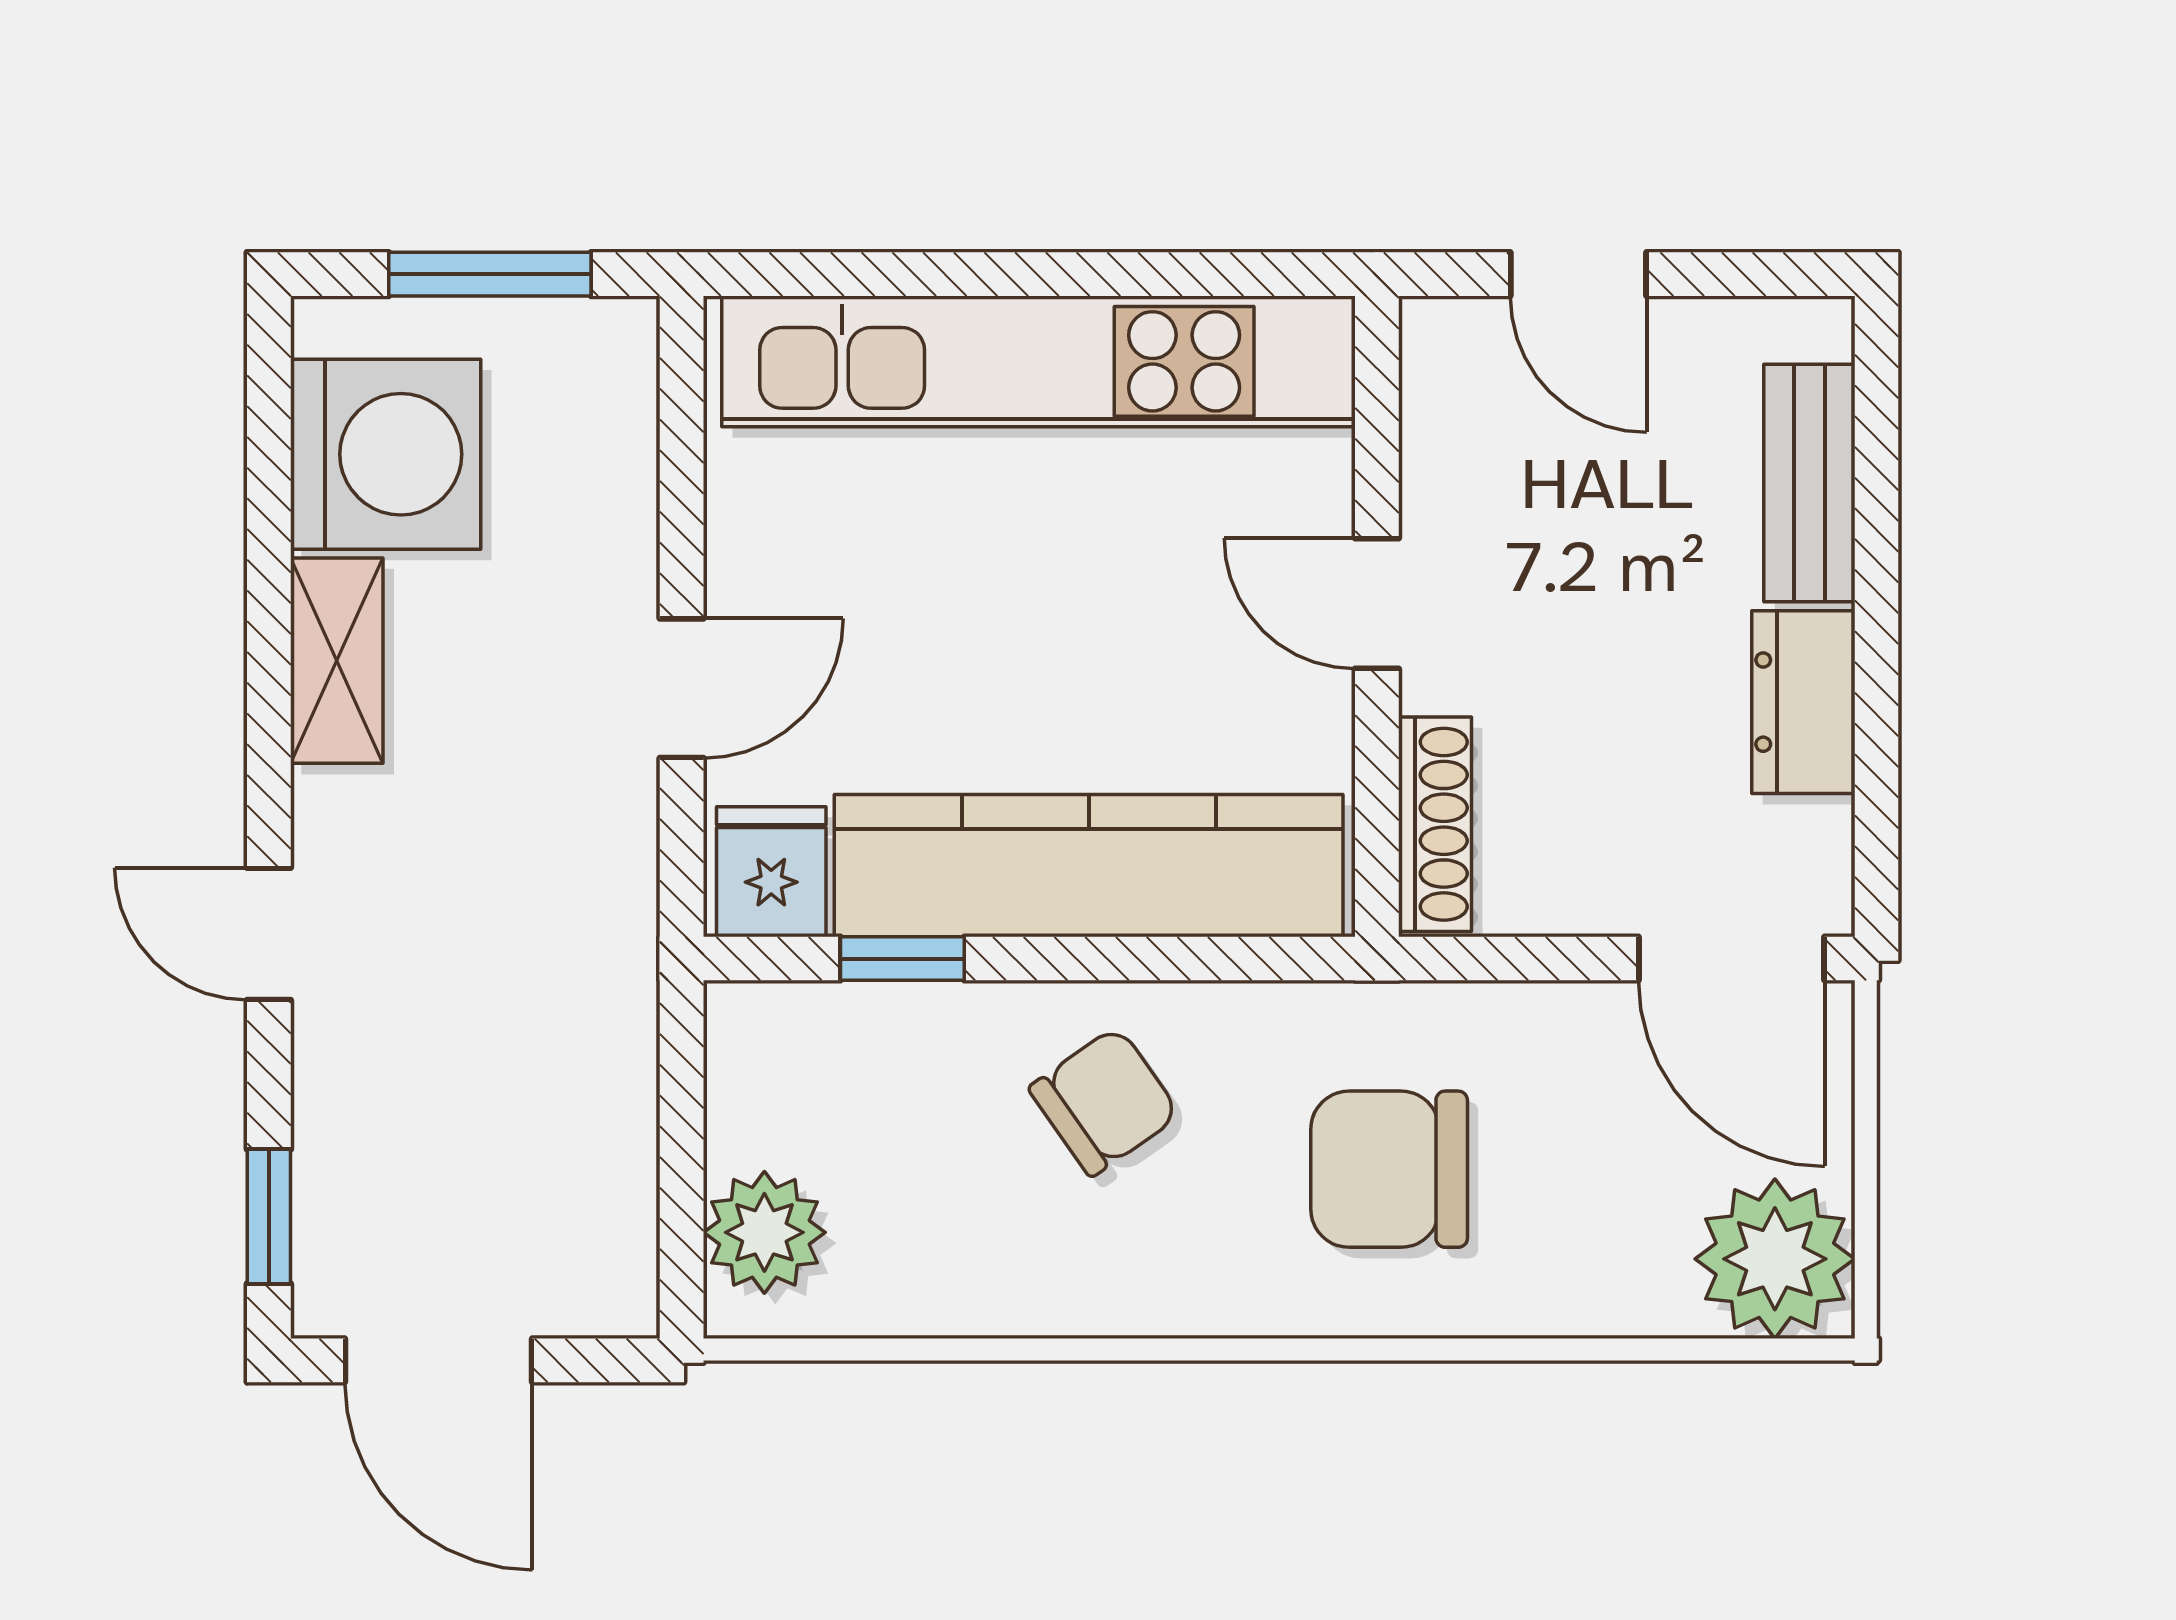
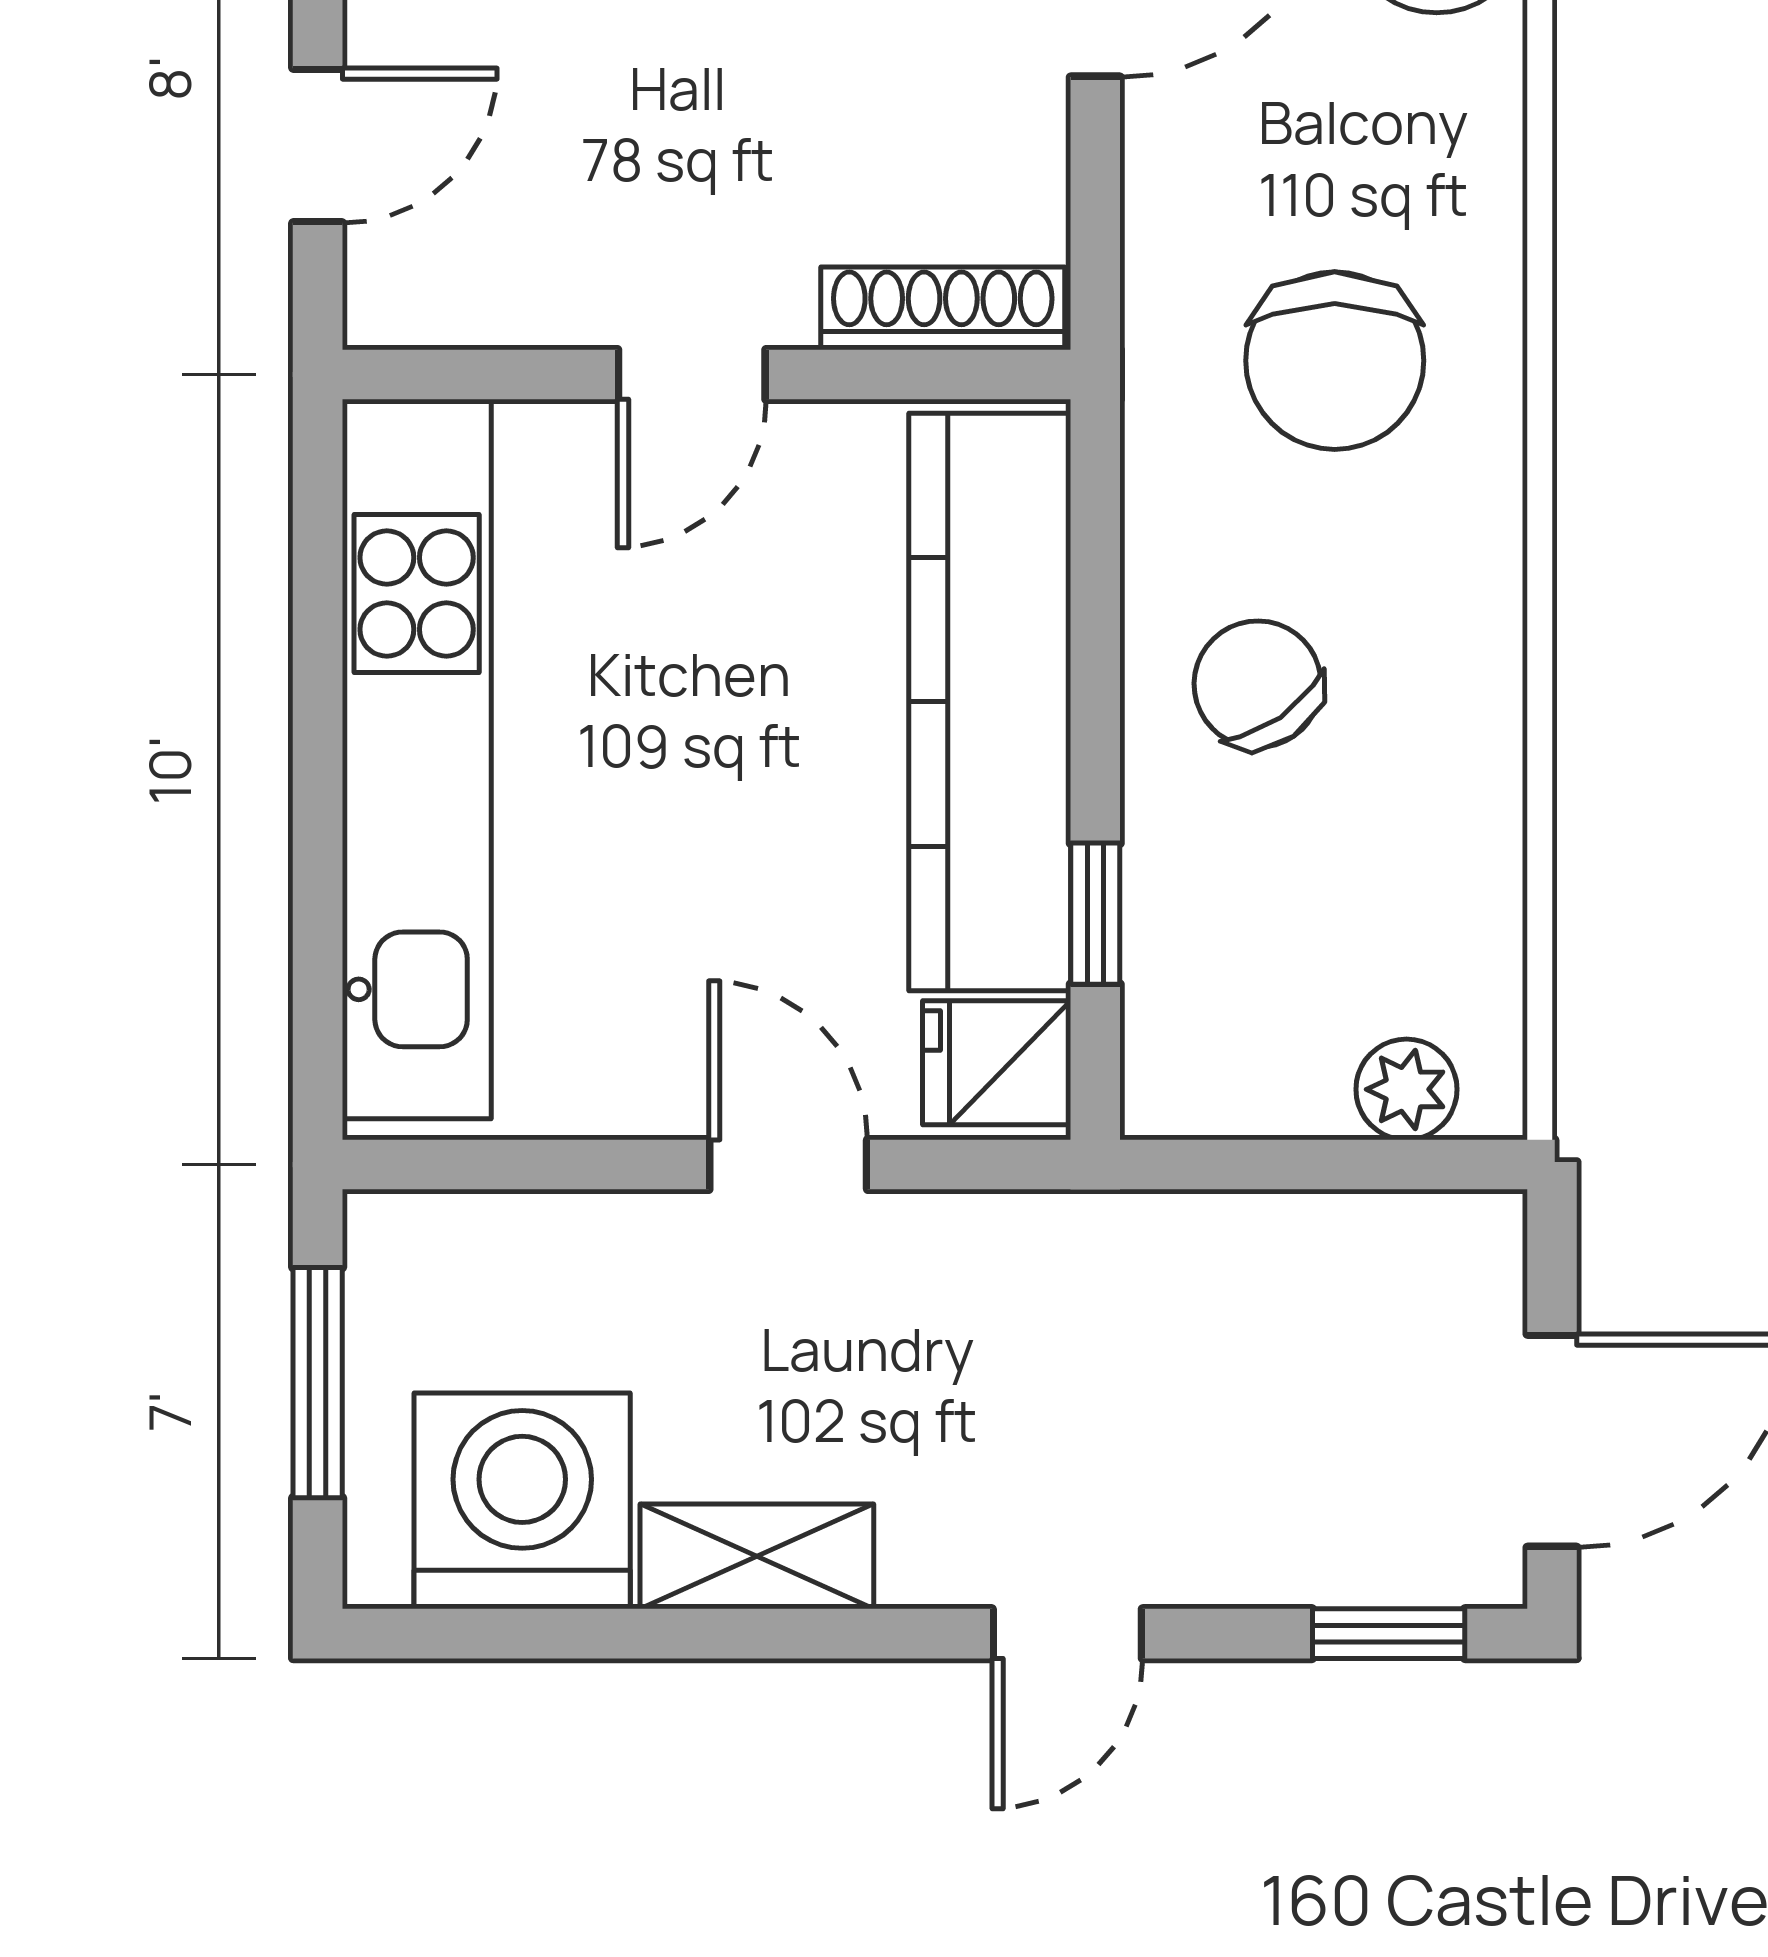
plant: (764, 1232) -> (1406, 1089), width x0.73, depth x0.73

